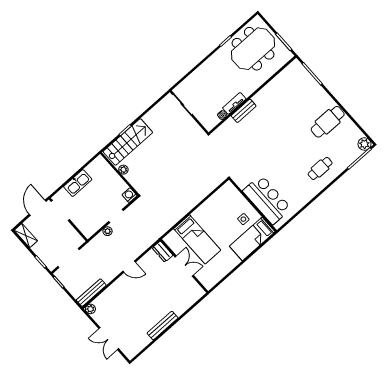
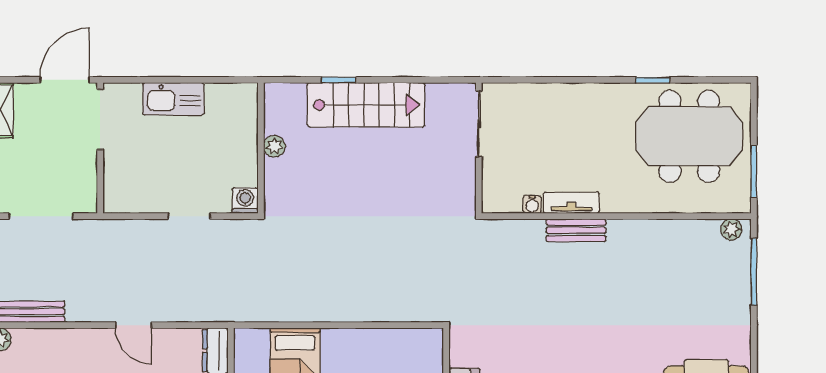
stairs: (128, 142) -> (366, 105), moved
plant: (107, 231) -> (731, 229), moved

